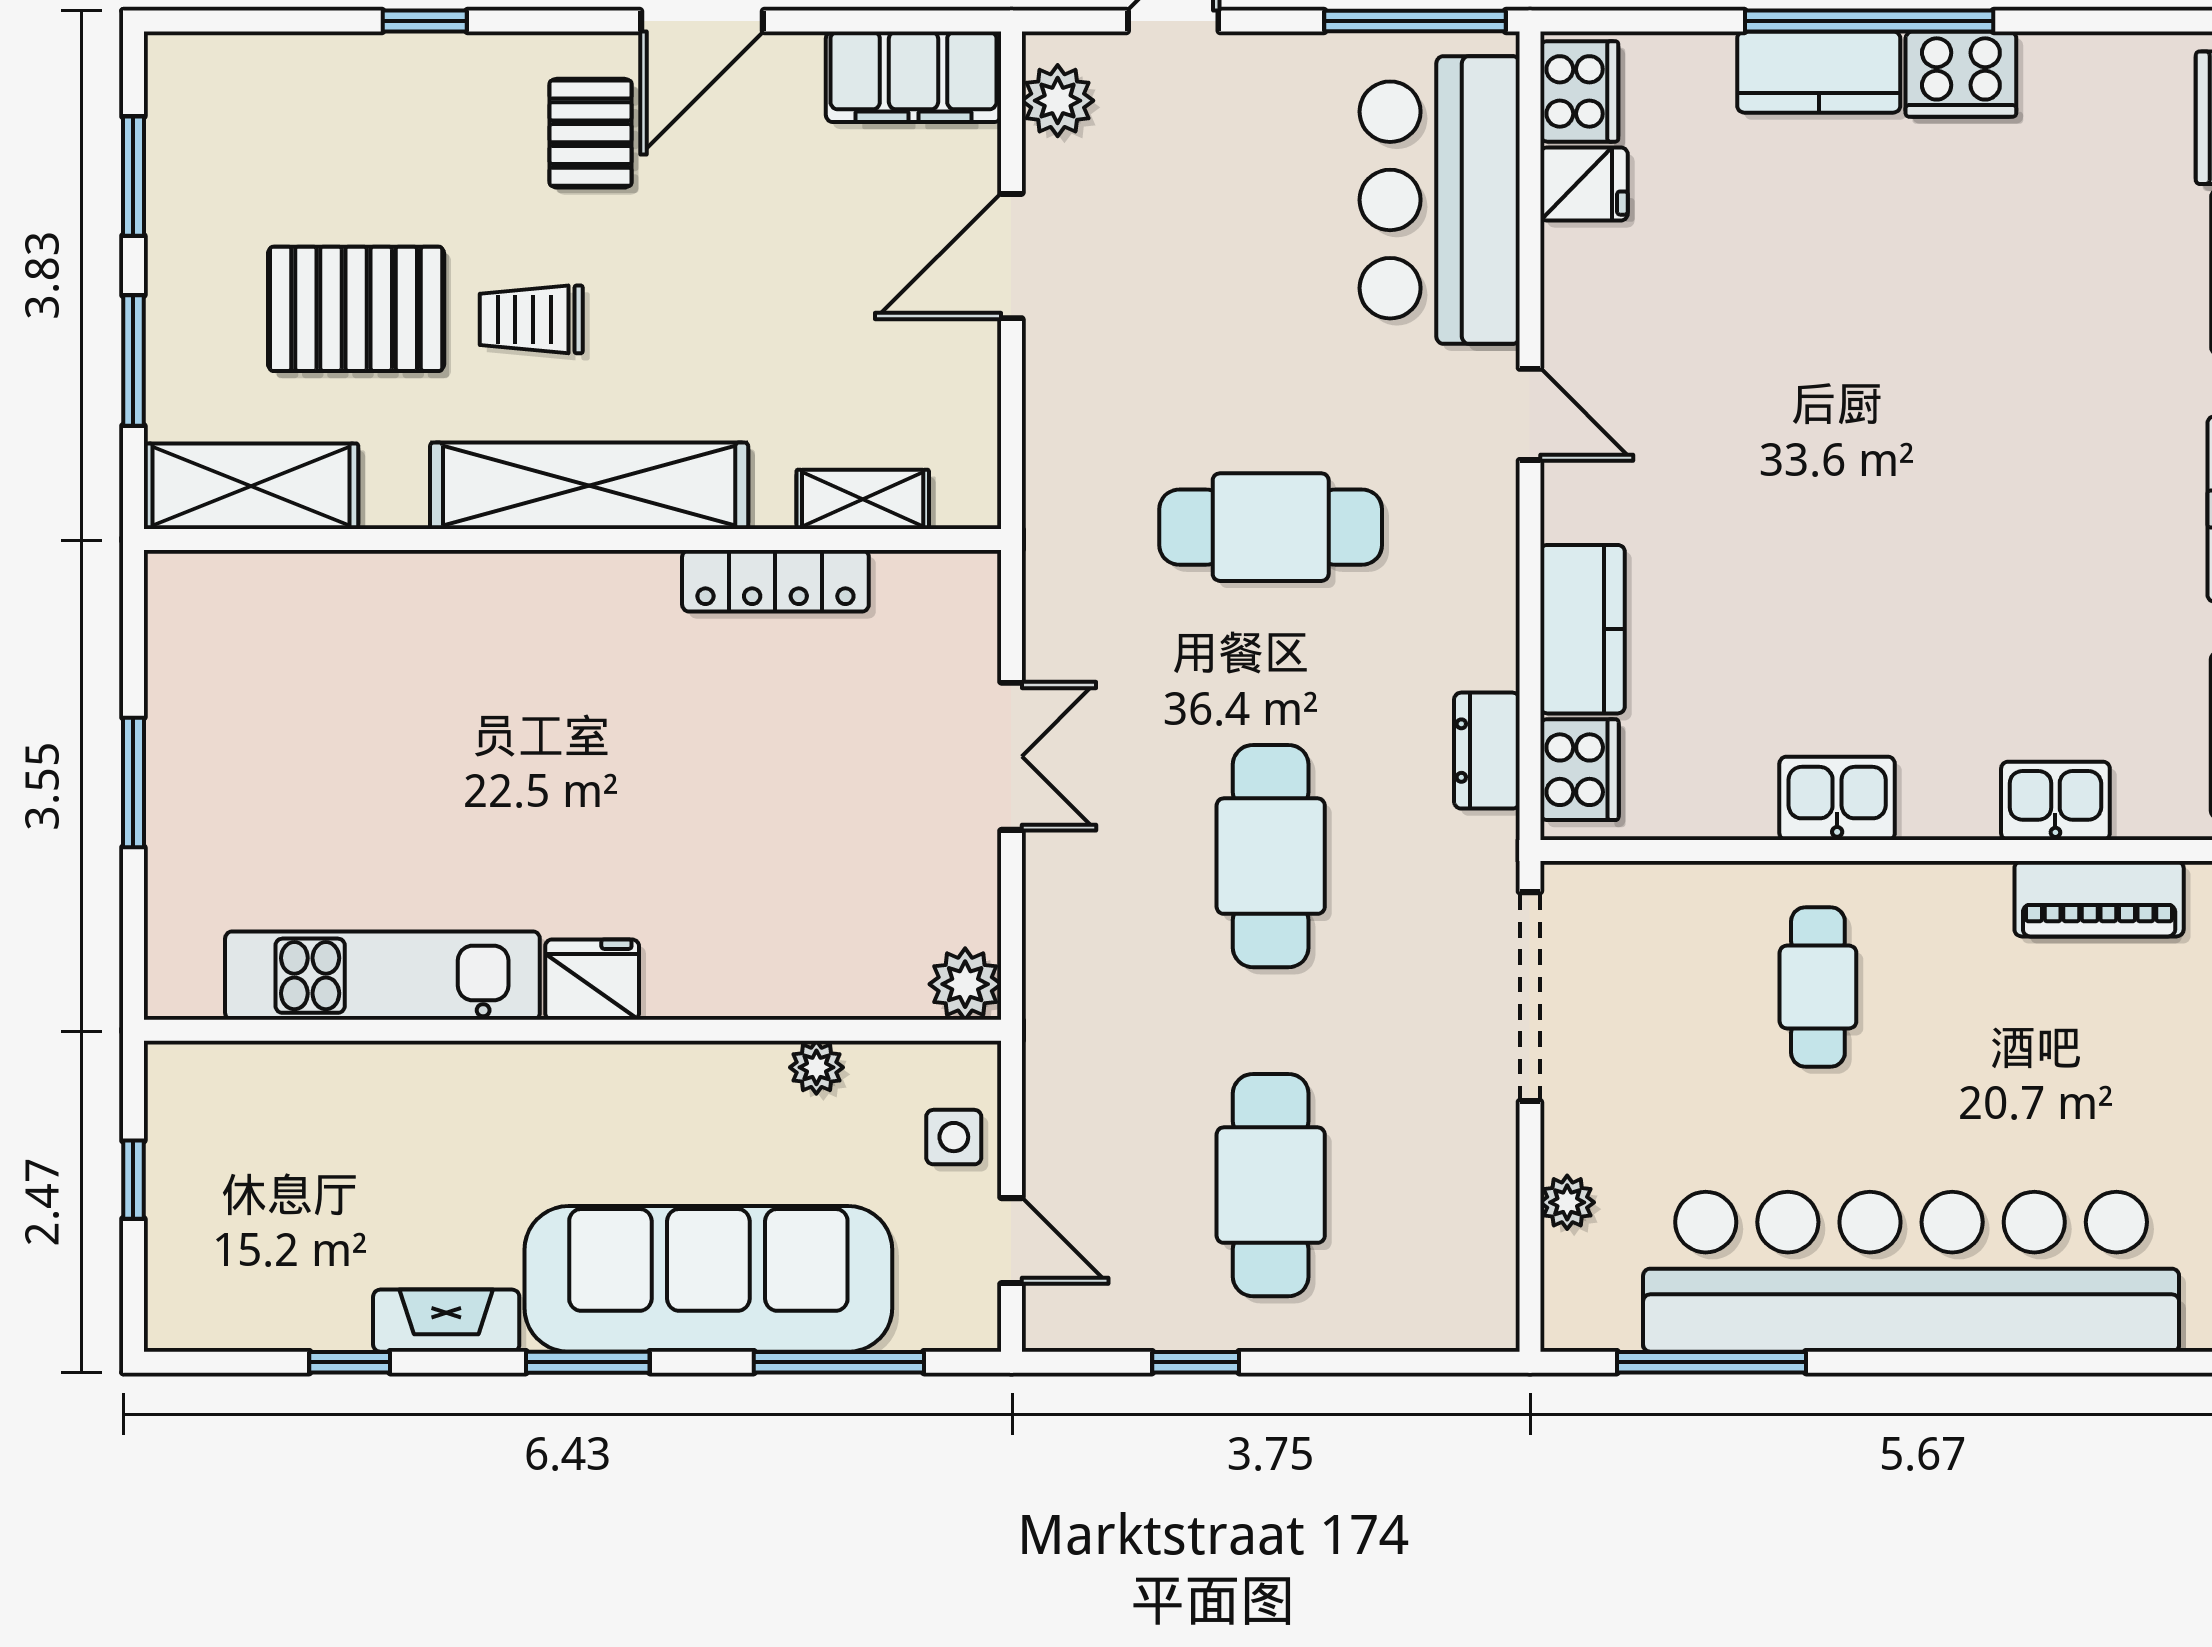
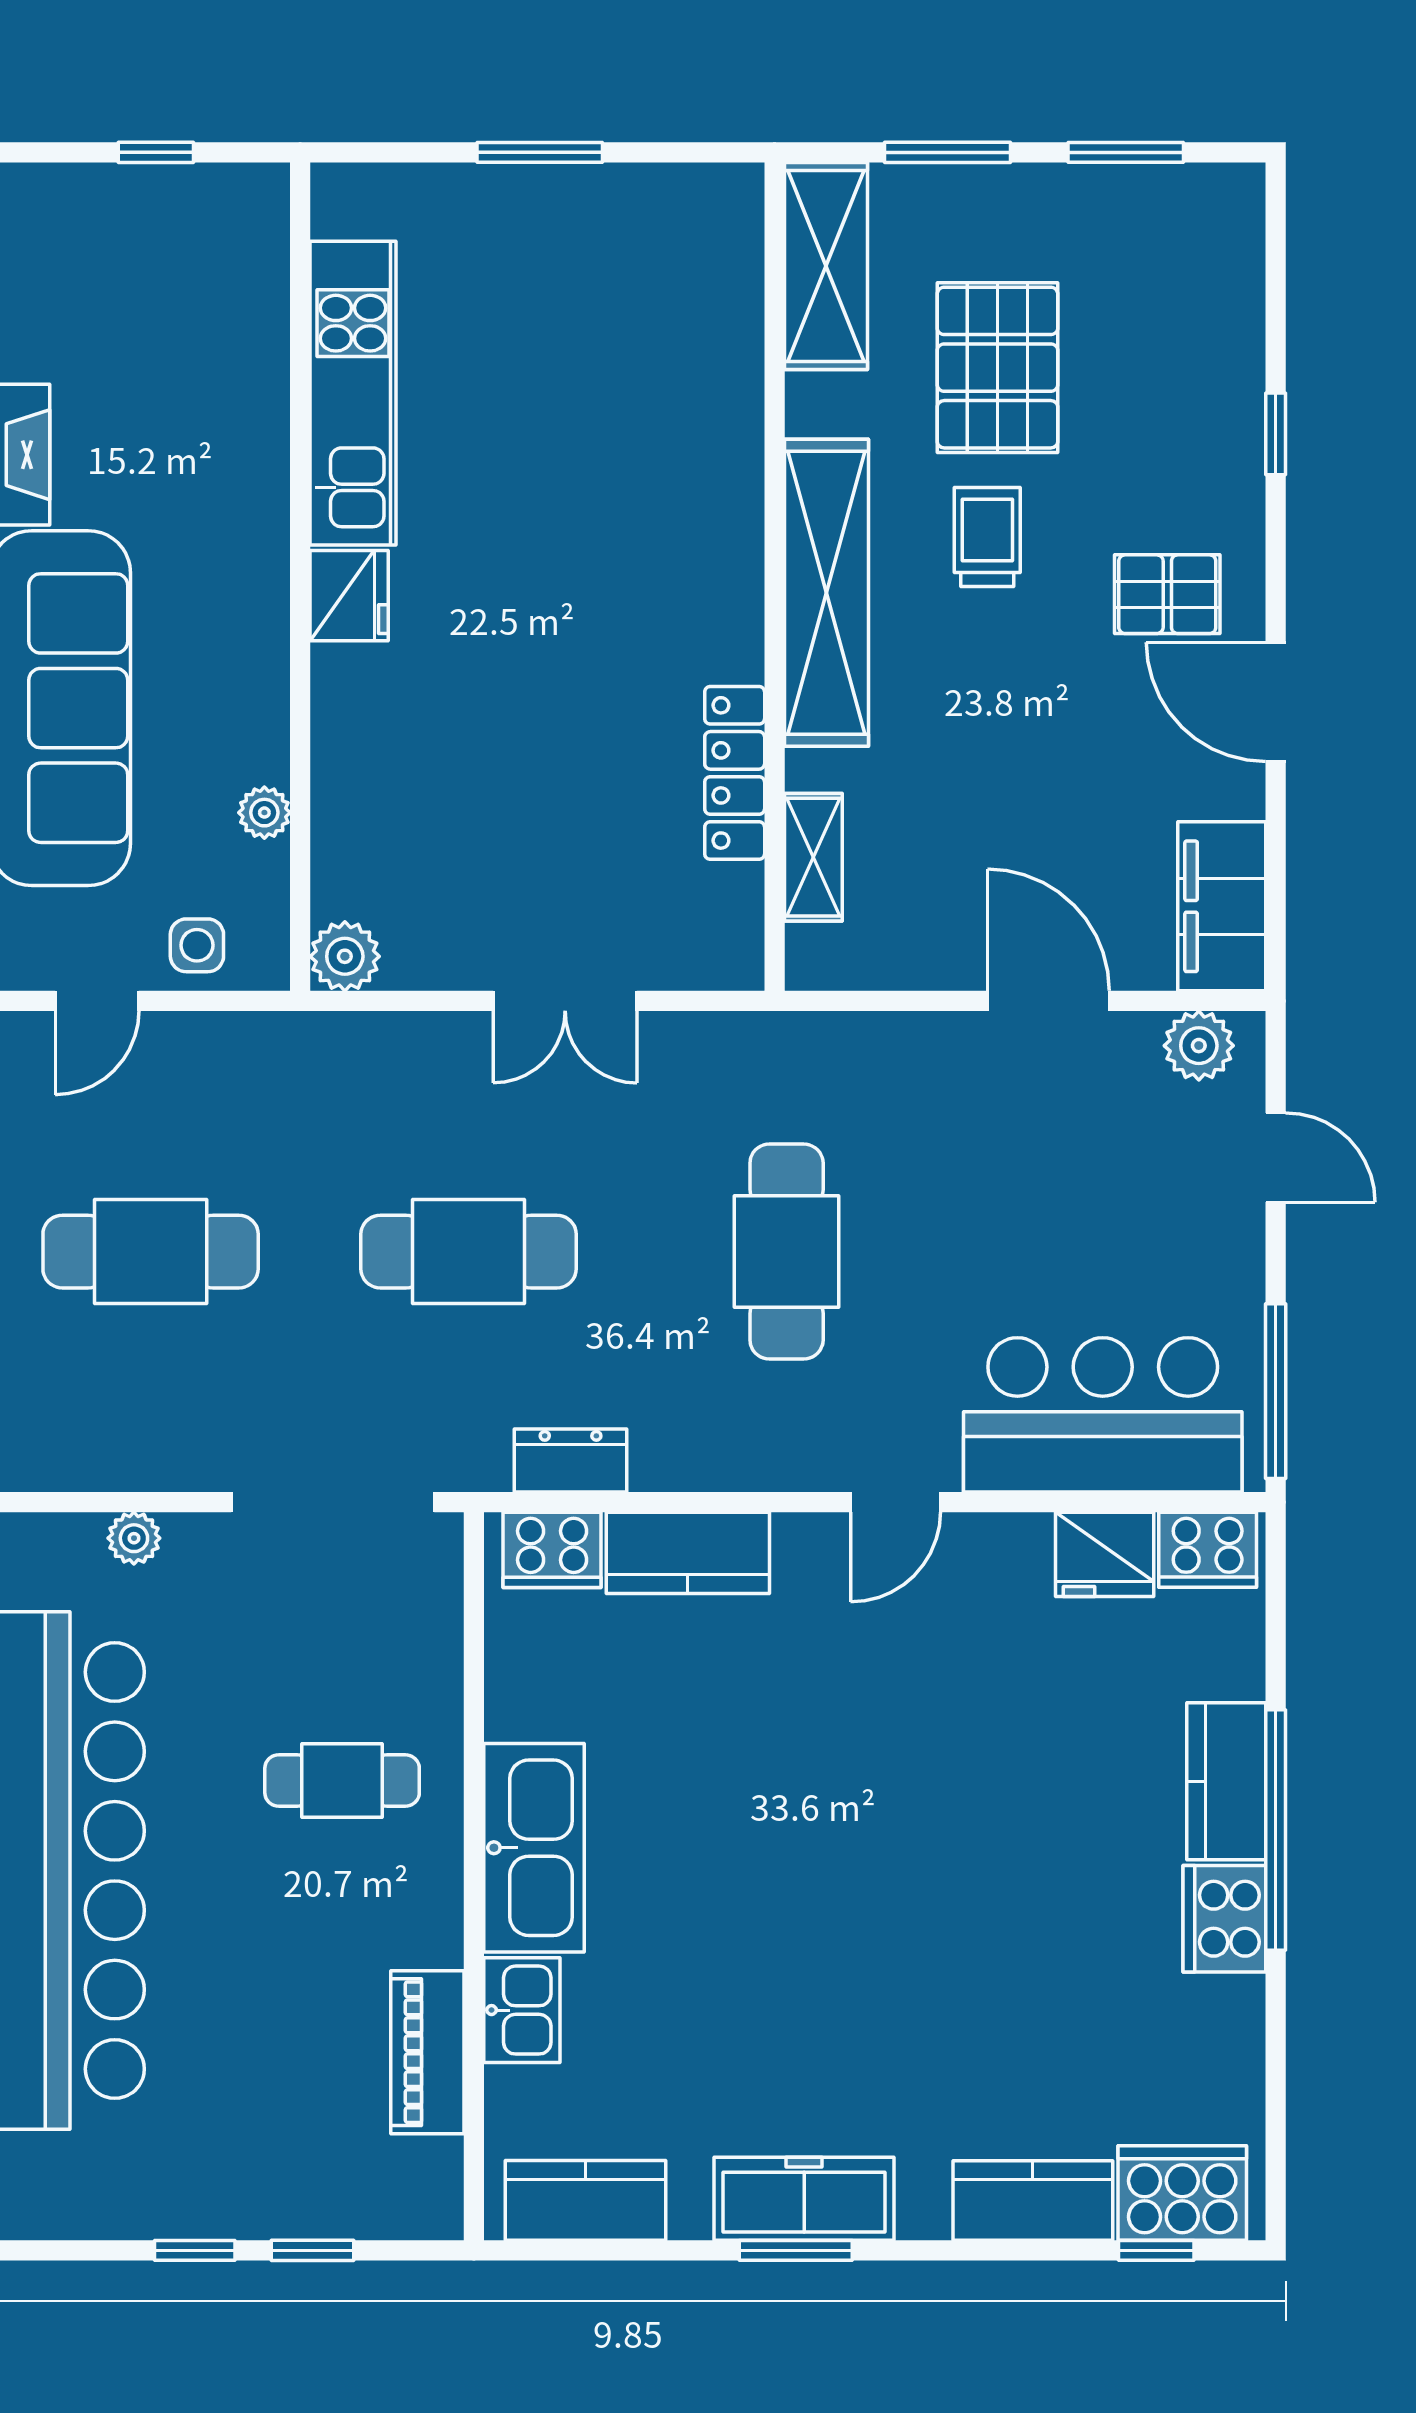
fridge: (1584, 184) -> (1105, 1554), width x1.38
kitchen sink: (1837, 798) -> (534, 1848), width x1.87, depth x1.24

